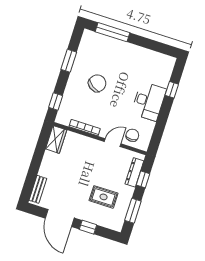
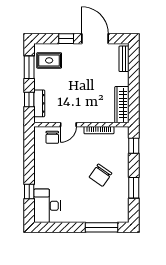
desk: (149, 101) -> (47, 206), moved
wardrobe: (56, 139) -> (122, 105), width x1.50
rug: (104, 197) -> (49, 60), moved

